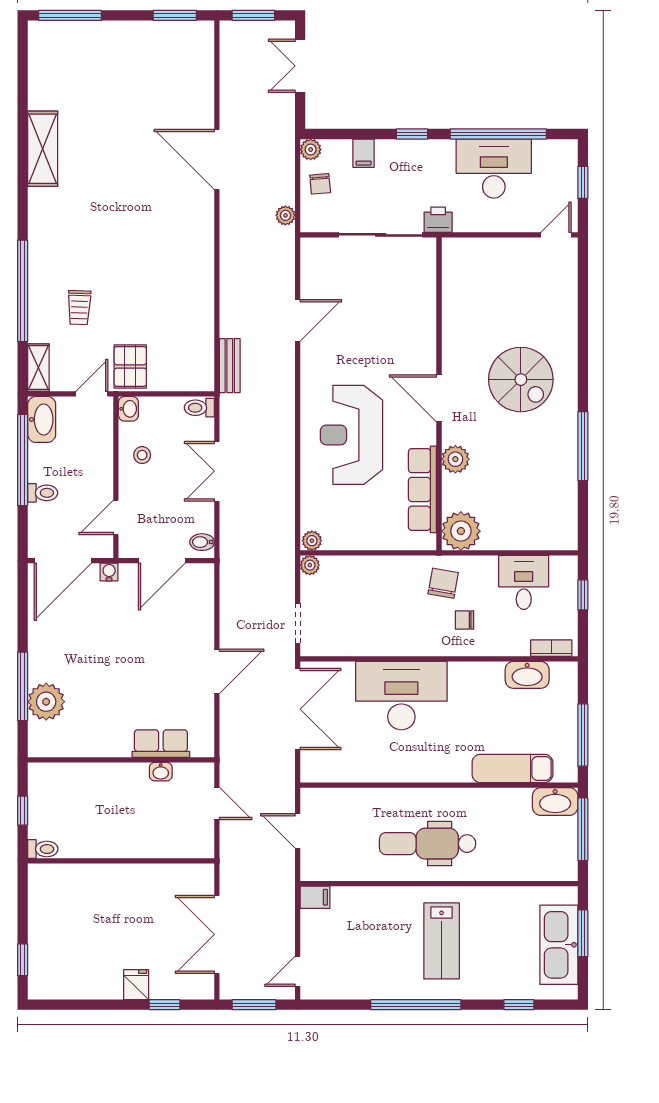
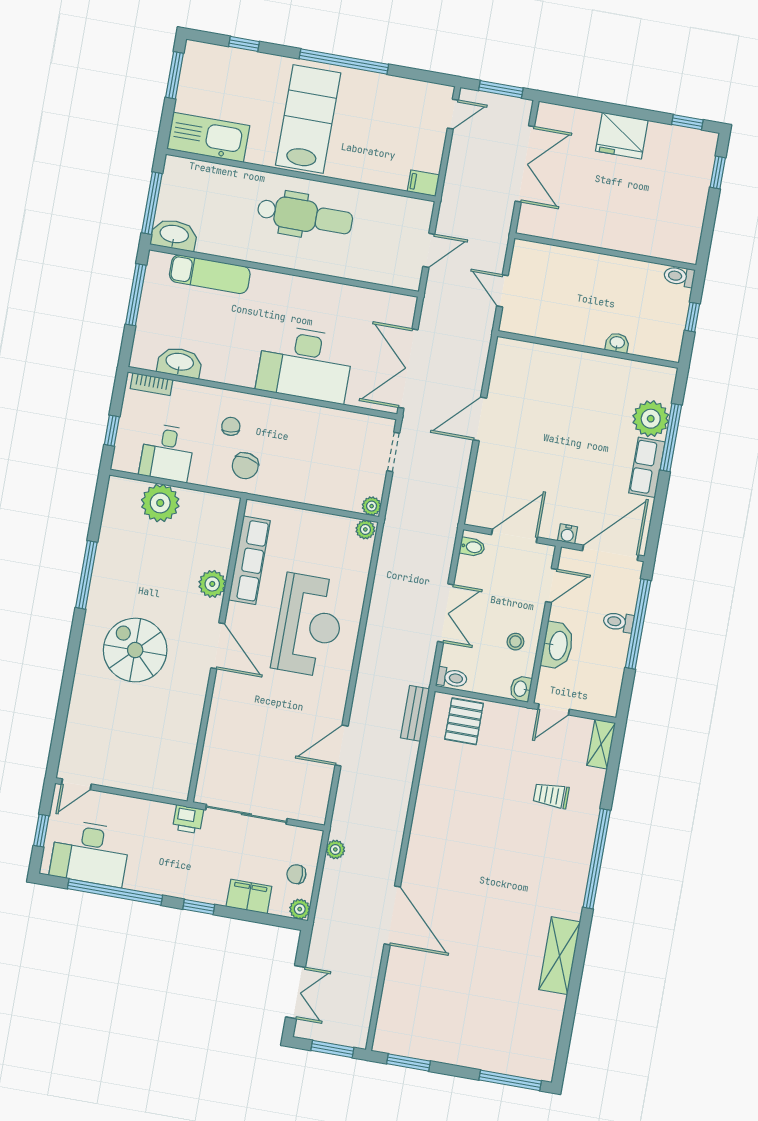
filing cabinet: (364, 153) -> (249, 896), width x2.00
desk: (494, 169) -> (90, 853), moved
chair: (320, 184) -> (296, 874), turned -85
window: (23, 291) -> (597, 859), moved
trolley: (79, 308) -> (551, 795), turned -92
pallet: (130, 366) -> (464, 721), moved
washbasin: (42, 419) -> (557, 645), moved, turned 180
window: (23, 460) -> (638, 624), moved
plant: (461, 531) -> (160, 503), moved
chair: (465, 620) -> (231, 426), turned -98
row of seats: (161, 744) -> (647, 467), moved, turned 90
washbasin: (161, 772) -> (617, 343), moved
door: (298, 831) -> (429, 250), hinge flipped
window: (583, 933) -> (174, 75), moved
lab bench: (442, 941) -> (308, 119), width x1.36, depth x1.39
kitchen sink: (559, 945) -> (208, 137), moved, turned -90
fridge: (136, 985) -> (622, 136), width x1.88, depth x1.34
window: (165, 1005) -> (687, 122), moved

